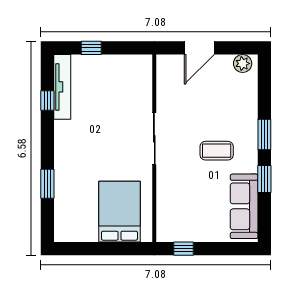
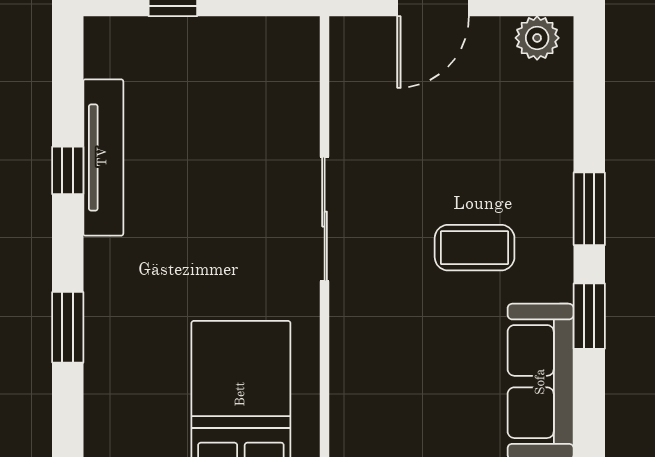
tv unit: (62, 87) -> (103, 157), moved
window: (47, 100) -> (68, 170), moved

